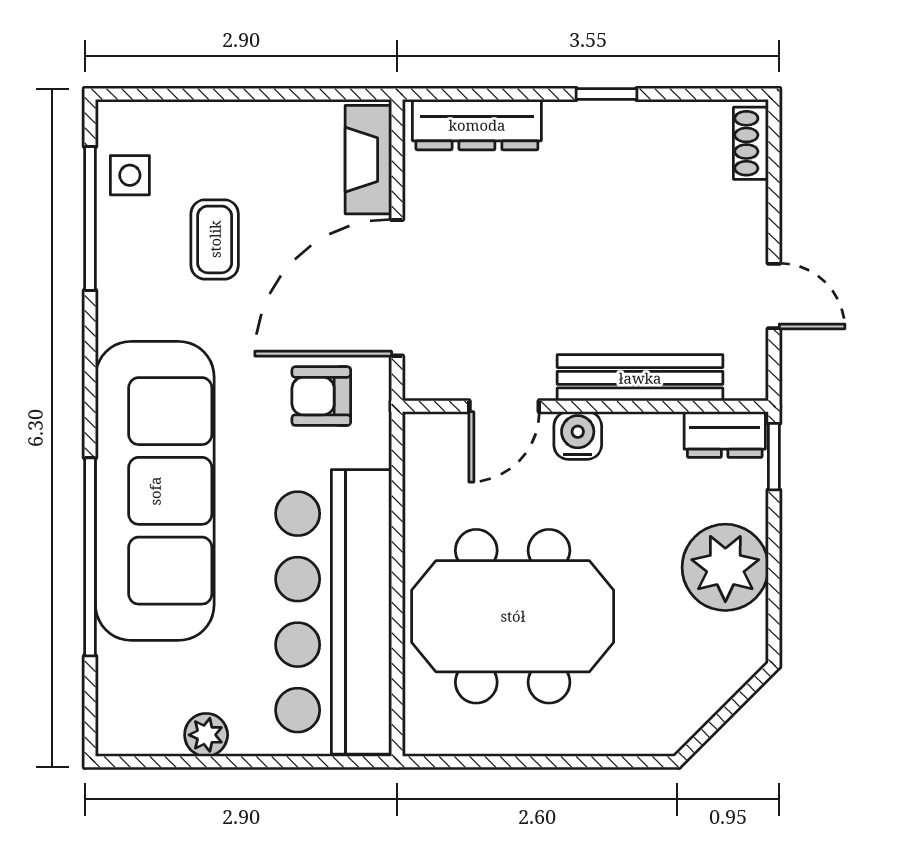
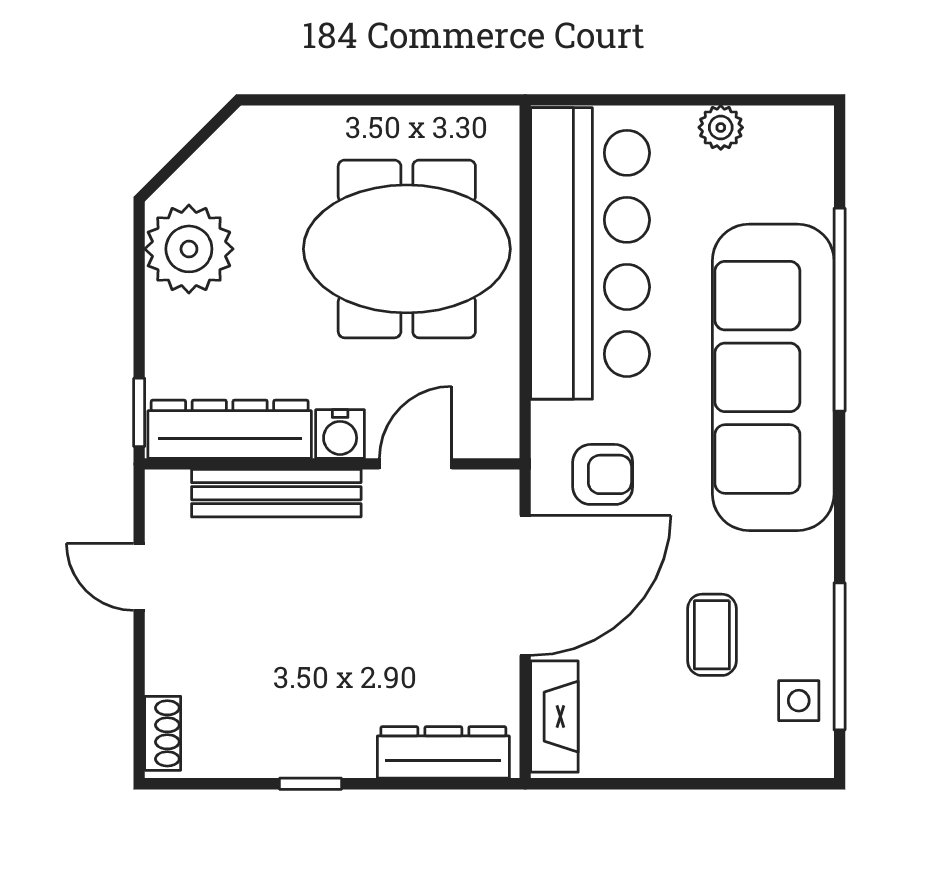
dresser: (725, 435) -> (230, 429), width x1.96, depth x1.24
plant: (725, 567) -> (189, 249), moved

